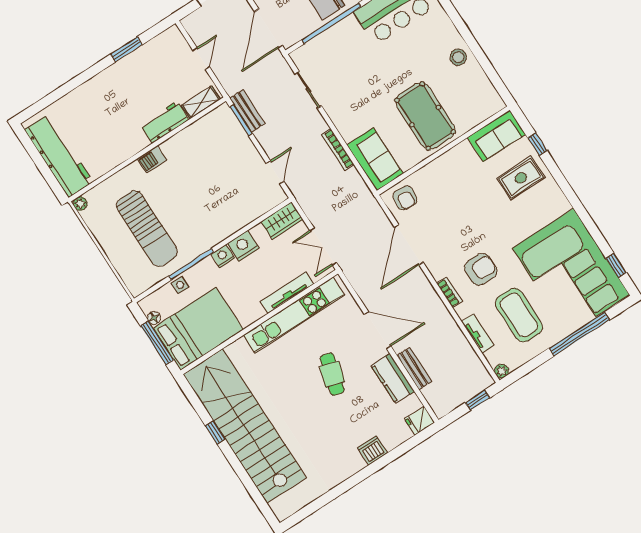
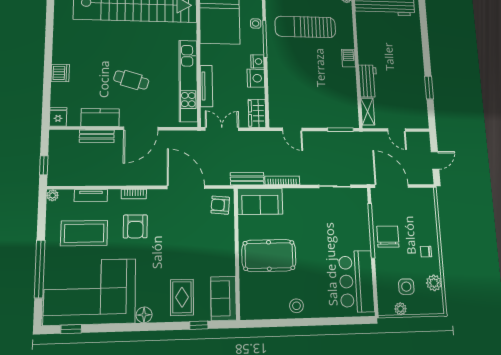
bench: (247, 111) -> (247, 179), moved
floor lamp: (560, 204) -> (144, 315), added

